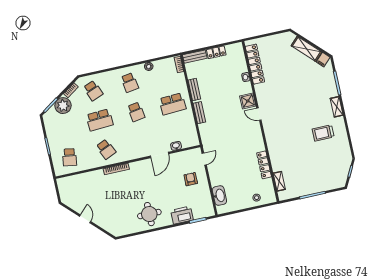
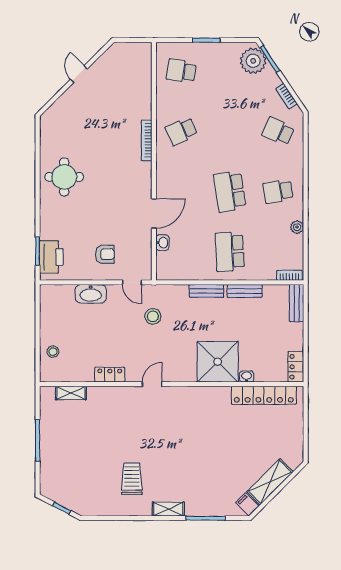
locker: (216, 52) -> (296, 367), moved
school desk: (93, 91) -> (278, 131), turned 45
shower: (248, 101) -> (218, 362), width x1.86, depth x1.86
plant: (63, 106) -> (253, 61), moved
school desk: (136, 112) -> (230, 191), width x1.85
door: (259, 114) -> (152, 384), moved
school desk: (100, 120) -> (230, 131), removed
stool: (222, 142) -> (153, 316), added
door: (160, 155) -> (154, 214), swing flipped
locker: (264, 165) -> (110, 375), width x0.66
washbasin: (219, 196) -> (91, 294), moved
printer: (182, 215) -> (51, 257), moved
door: (85, 219) -> (79, 74), swing flipped

